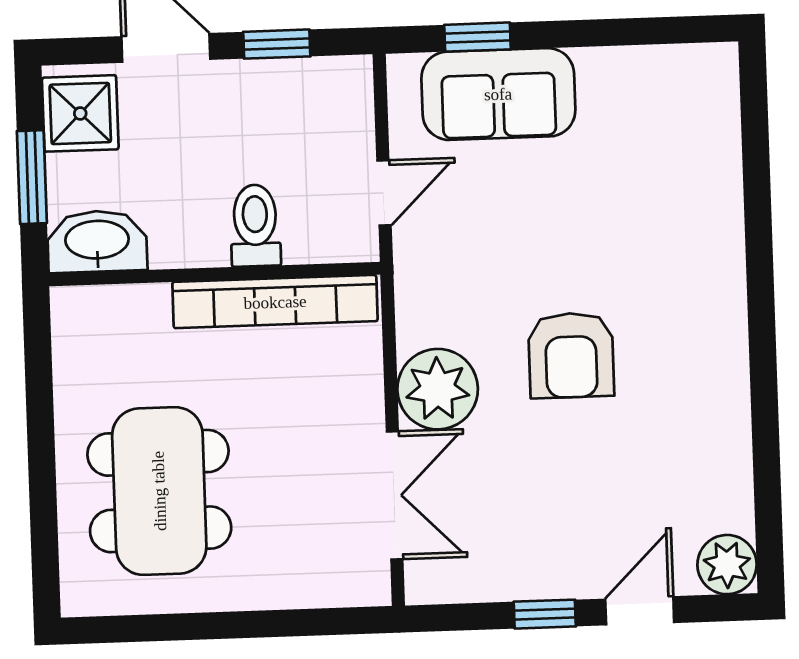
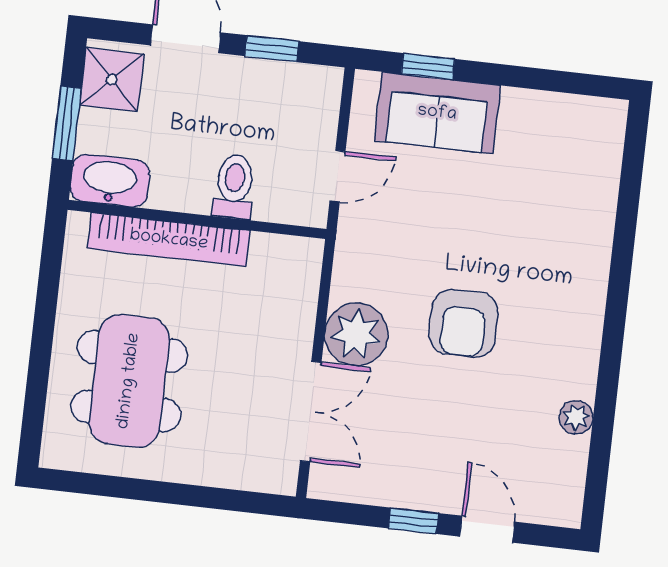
bookcase: (275, 302) -> (169, 240), moved
plant: (727, 565) -> (576, 417), moved, width x0.73, depth x0.73
door: (640, 611) -> (487, 529), hinge flipped

